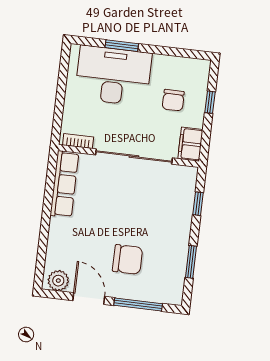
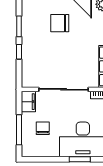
window: (210, 102) -> (19, 130), width x2.17
window: (198, 204) -> (19, 52), moved

